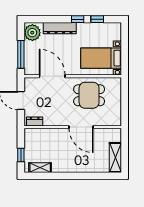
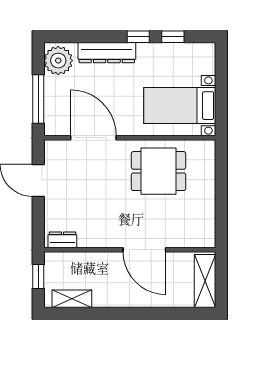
dresser: (35, 121) -> (62, 240), moved
wall: (73, 127) -> (130, 250), moved
door: (81, 127) -> (144, 250), moved

